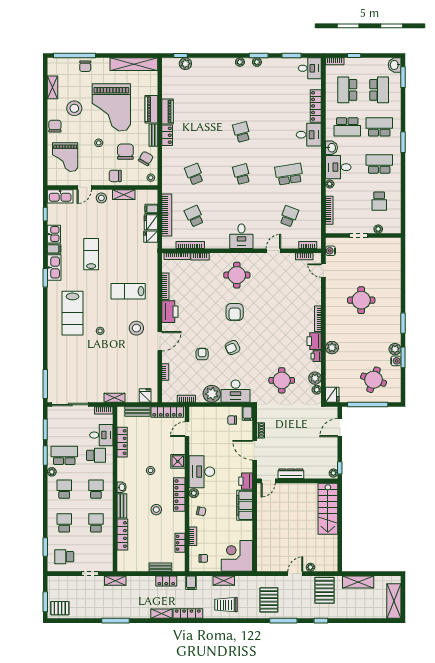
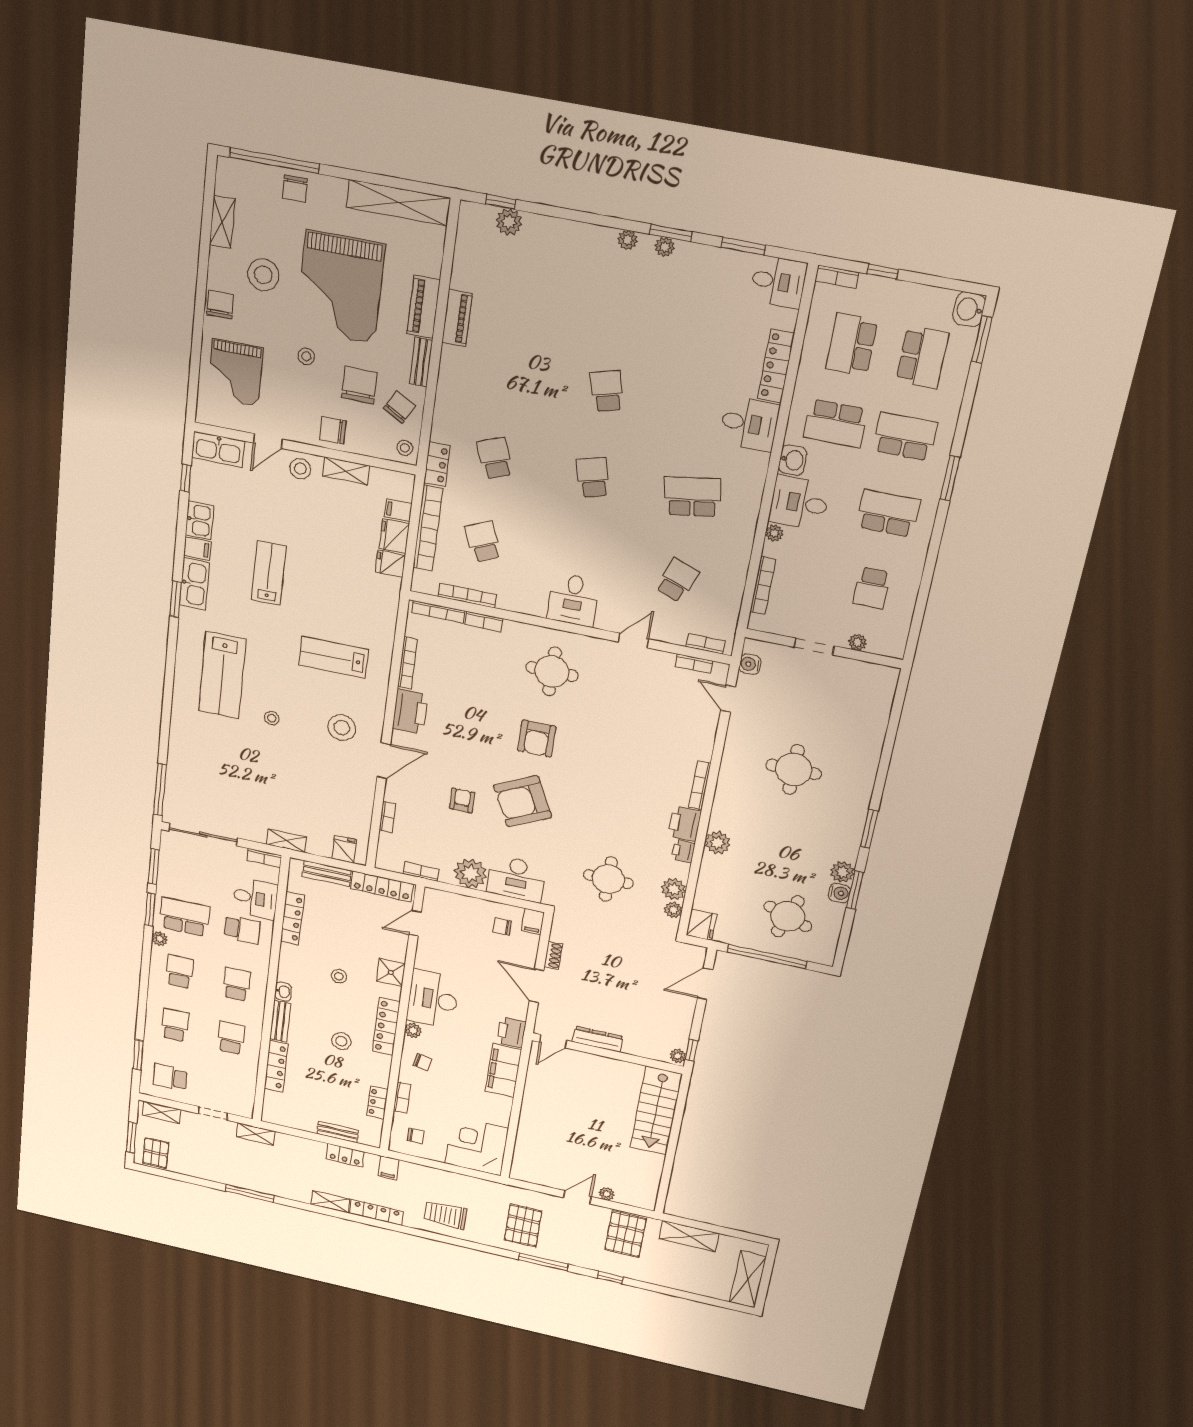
locker: (167, 135) -> (437, 464), moved
armchair: (232, 347) -> (523, 801), width x1.88, depth x1.88
shelving: (224, 581) -> (162, 1112), moved
pallet: (60, 608) -> (156, 1153), turned 90

